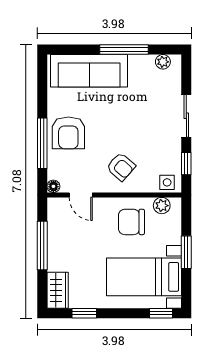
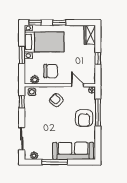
sliding door: (186, 116) -> (22, 139), moved
armchair: (68, 133) -> (84, 118), turned 180
window: (42, 246) -> (98, 59), width x0.46
window: (84, 313) -> (59, 23), moved

